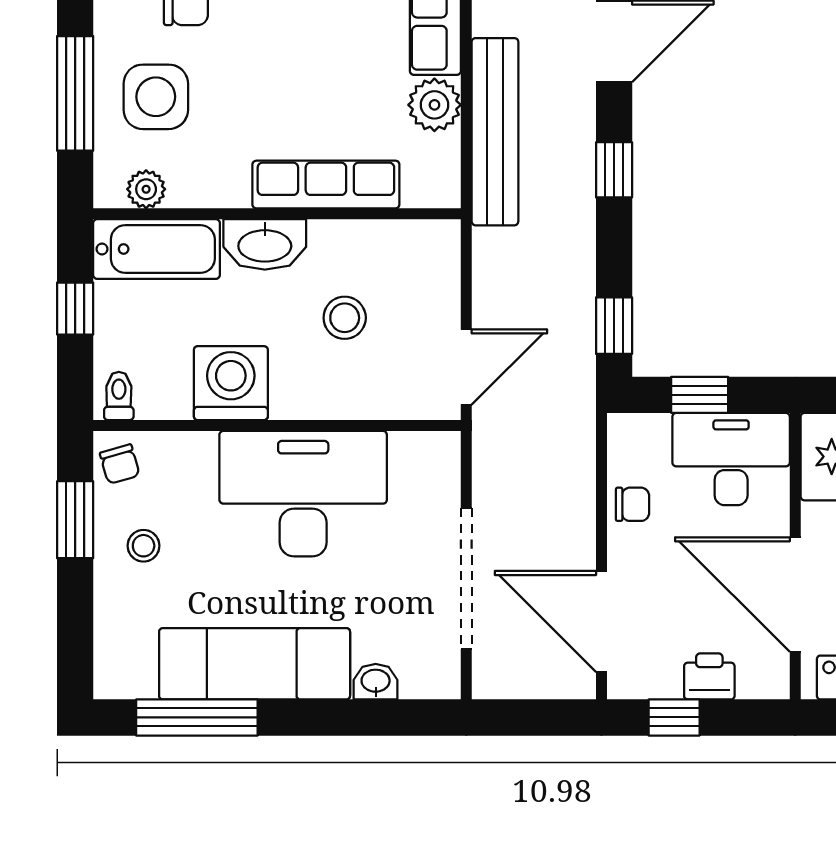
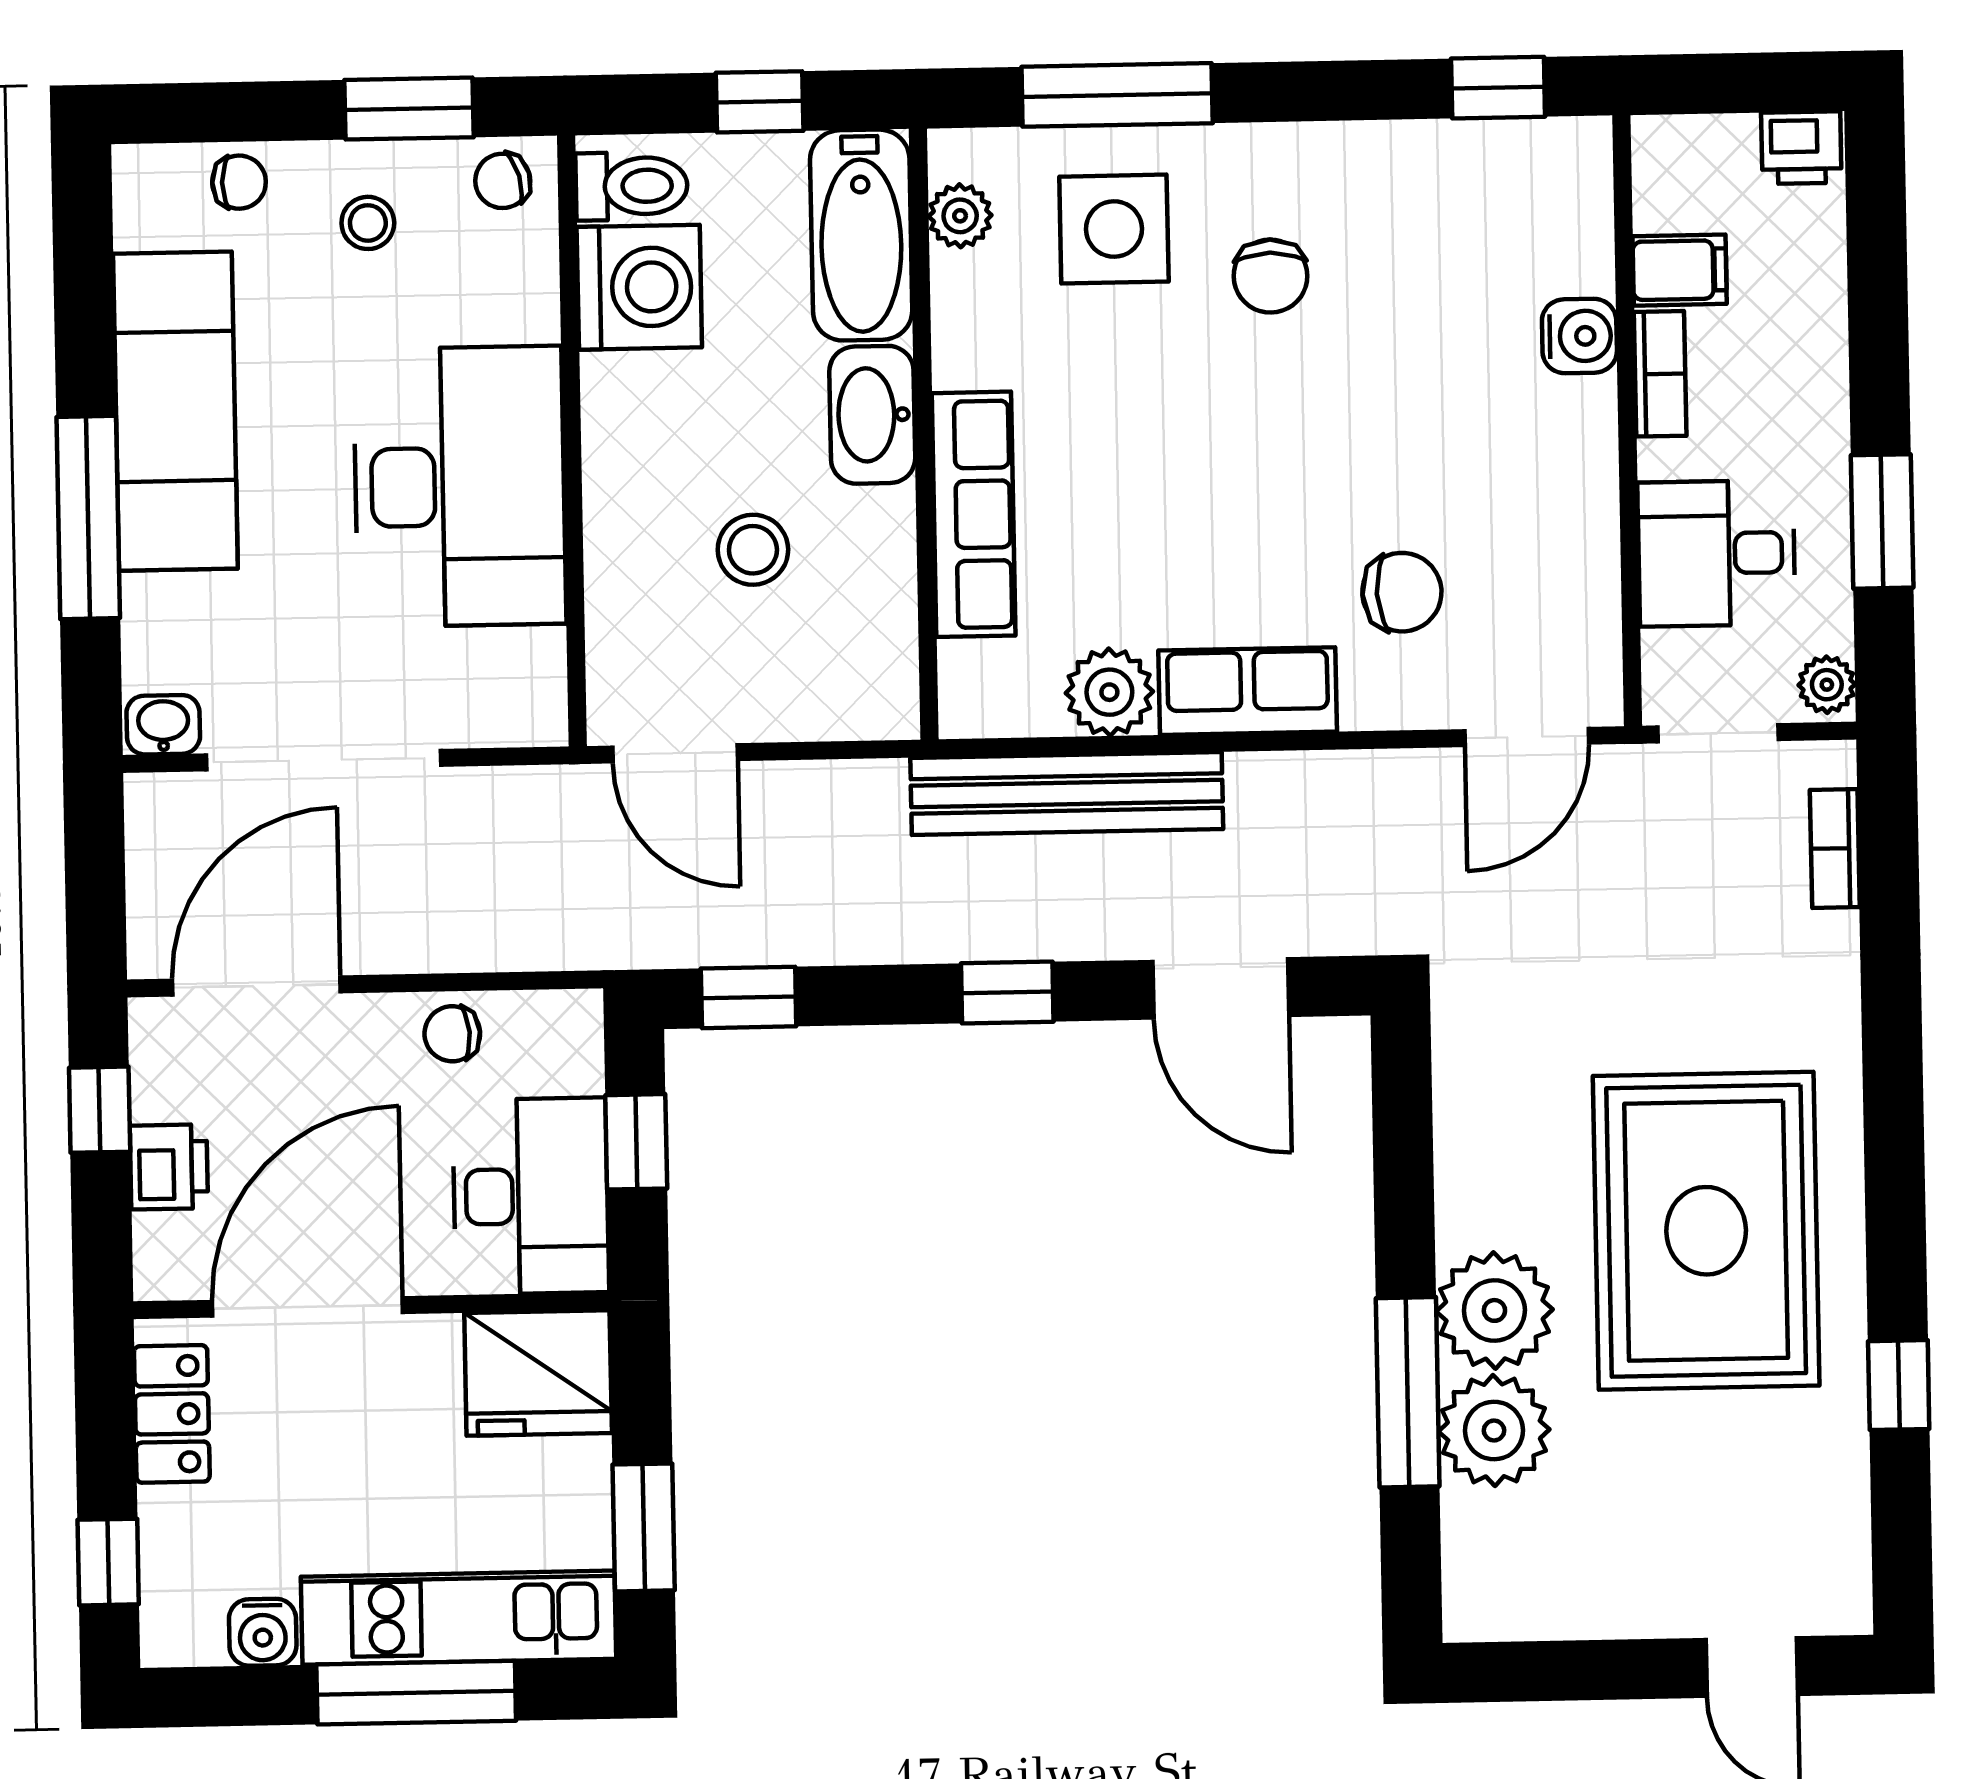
washing machine: (231, 383) -> (639, 287), moved
toilet: (119, 396) -> (632, 186), width x1.37, depth x1.39
chair: (632, 504) -> (452, 1034), turned 86
chair: (117, 623) -> (239, 182), added
washbasin: (376, 682) -> (163, 725), moved, turned -90
window: (197, 717) -> (88, 517), moved

